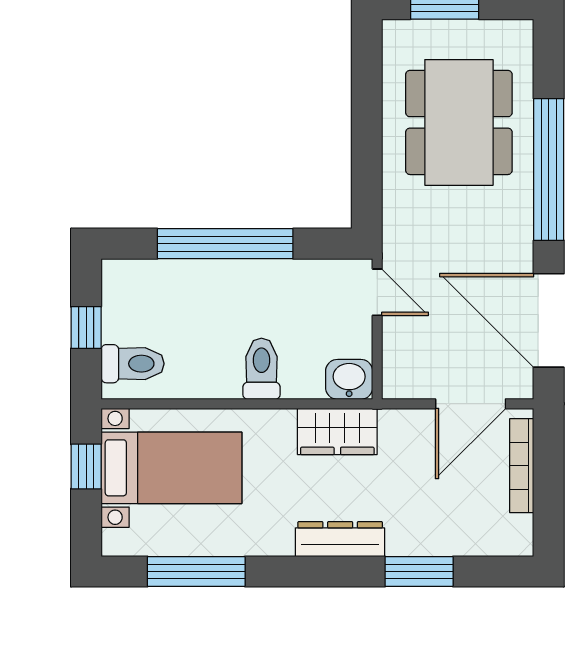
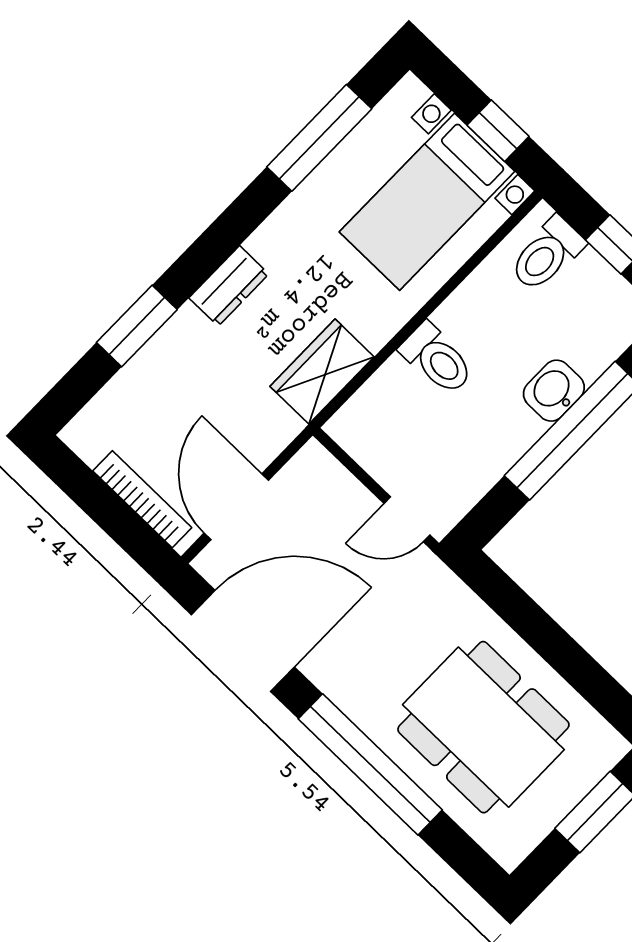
washbasin: (349, 379) -> (554, 391), moved, turned 180
dresser: (340, 539) -> (229, 286), width x0.70

